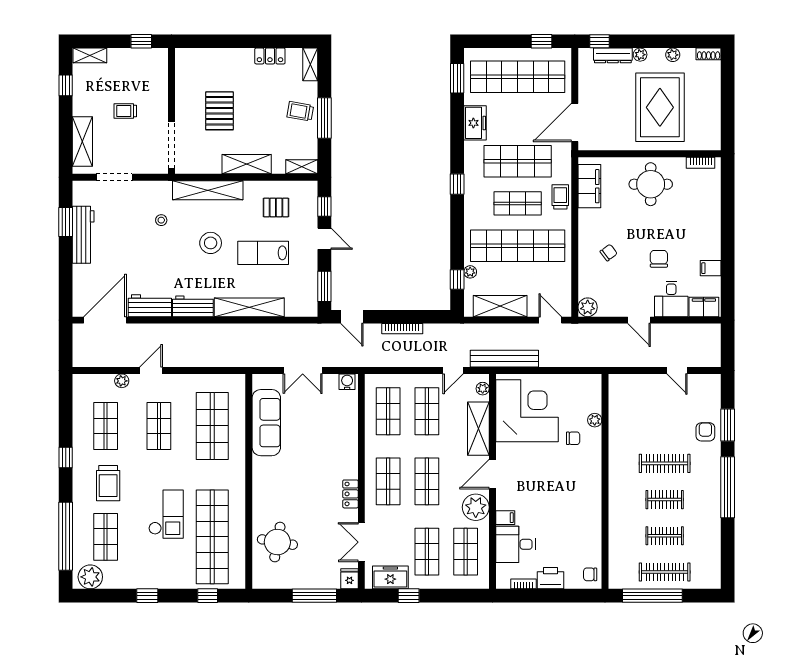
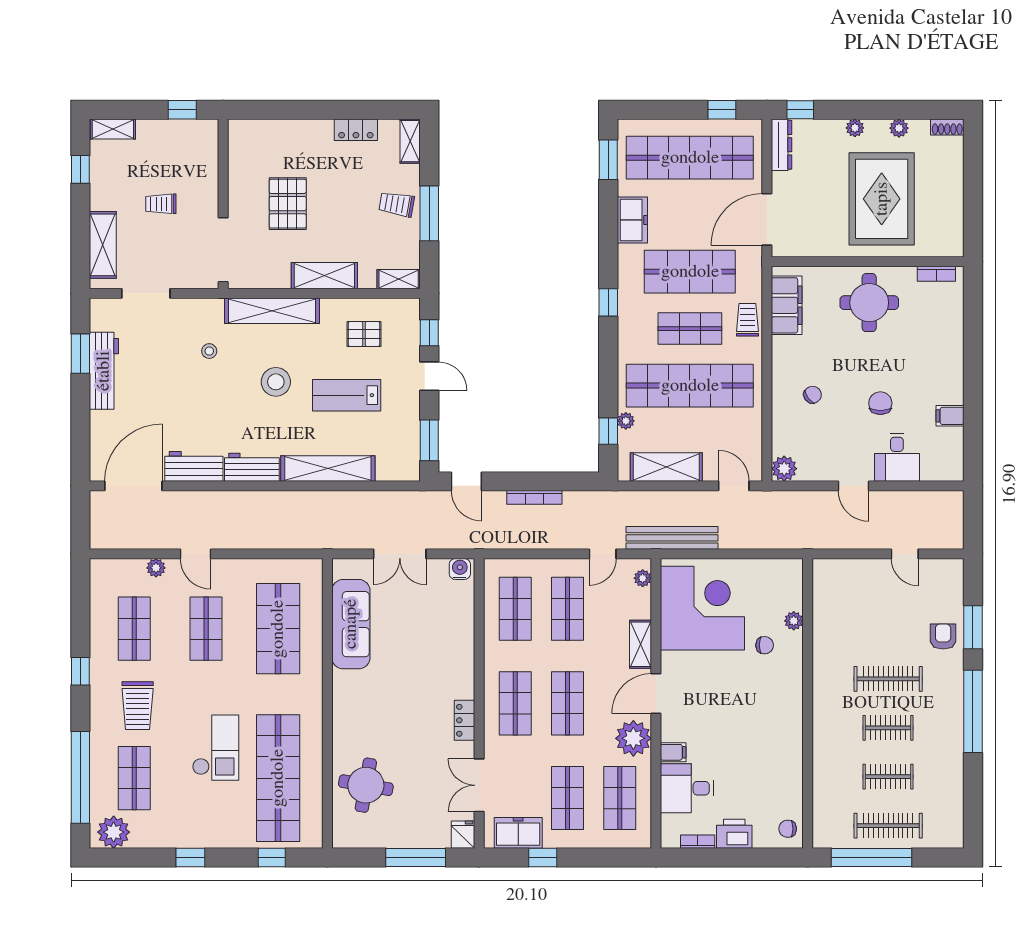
dresser: (613, 55) -> (781, 145), moved, turned -90
filing cabinet: (704, 307) -> (941, 468), removed
door: (151, 371) -> (195, 554), swing flipped
shelving: (478, 429) -> (640, 644), width x0.67, depth x0.75

